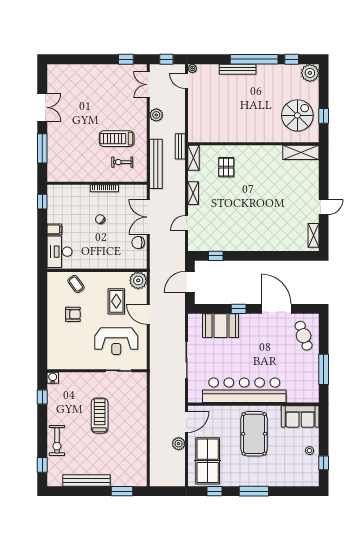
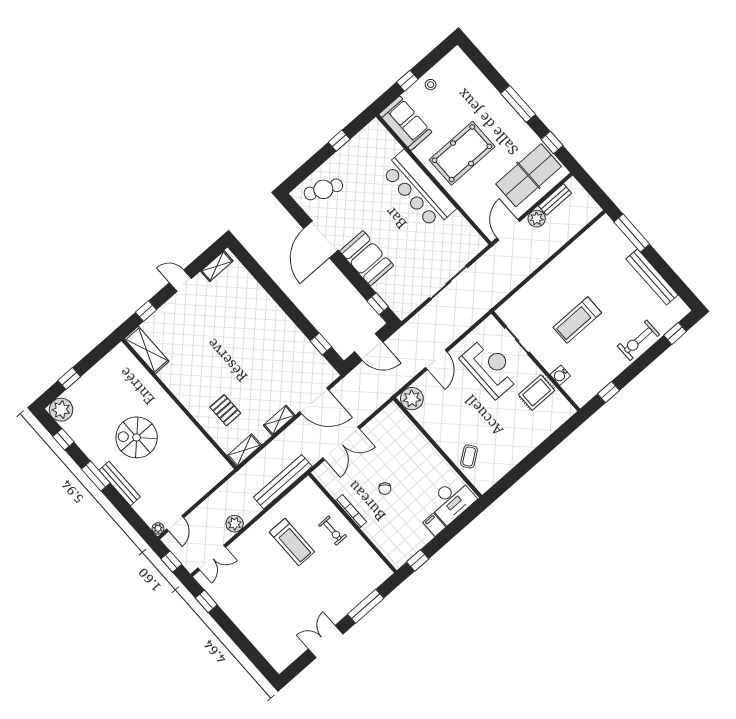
window: (254, 59) -> (96, 476), width x0.47
spiral stairs: (297, 115) -> (137, 437), moved
window: (324, 116) -> (69, 379), moved
bench: (180, 146) -> (555, 200), moved
exercise bike: (122, 162) -> (332, 531), moved
pallet: (226, 167) -> (225, 410), turned 90
window: (324, 172) -> (146, 311), added
door: (187, 223) -> (314, 401), width x1.87
chair: (138, 243) -> (375, 431), removed
rug: (116, 301) -> (537, 393), moved
window: (239, 309) -> (378, 304), moved
armchair: (73, 314) -> (501, 433), removed
booth: (220, 326) -> (367, 258), moved
cafe table: (304, 336) -> (323, 189), turned 43
window: (324, 369) -> (339, 141), width x0.46
water cooler: (53, 378) -> (560, 375), moved
bar counter: (244, 390) -> (418, 190), width x0.73
door: (187, 422) -> (508, 230), hinge flipped
exercise bike: (57, 440) -> (638, 340), turned 180
window: (324, 463) -> (407, 81), moved
window: (122, 491) -> (632, 233), width x1.44

